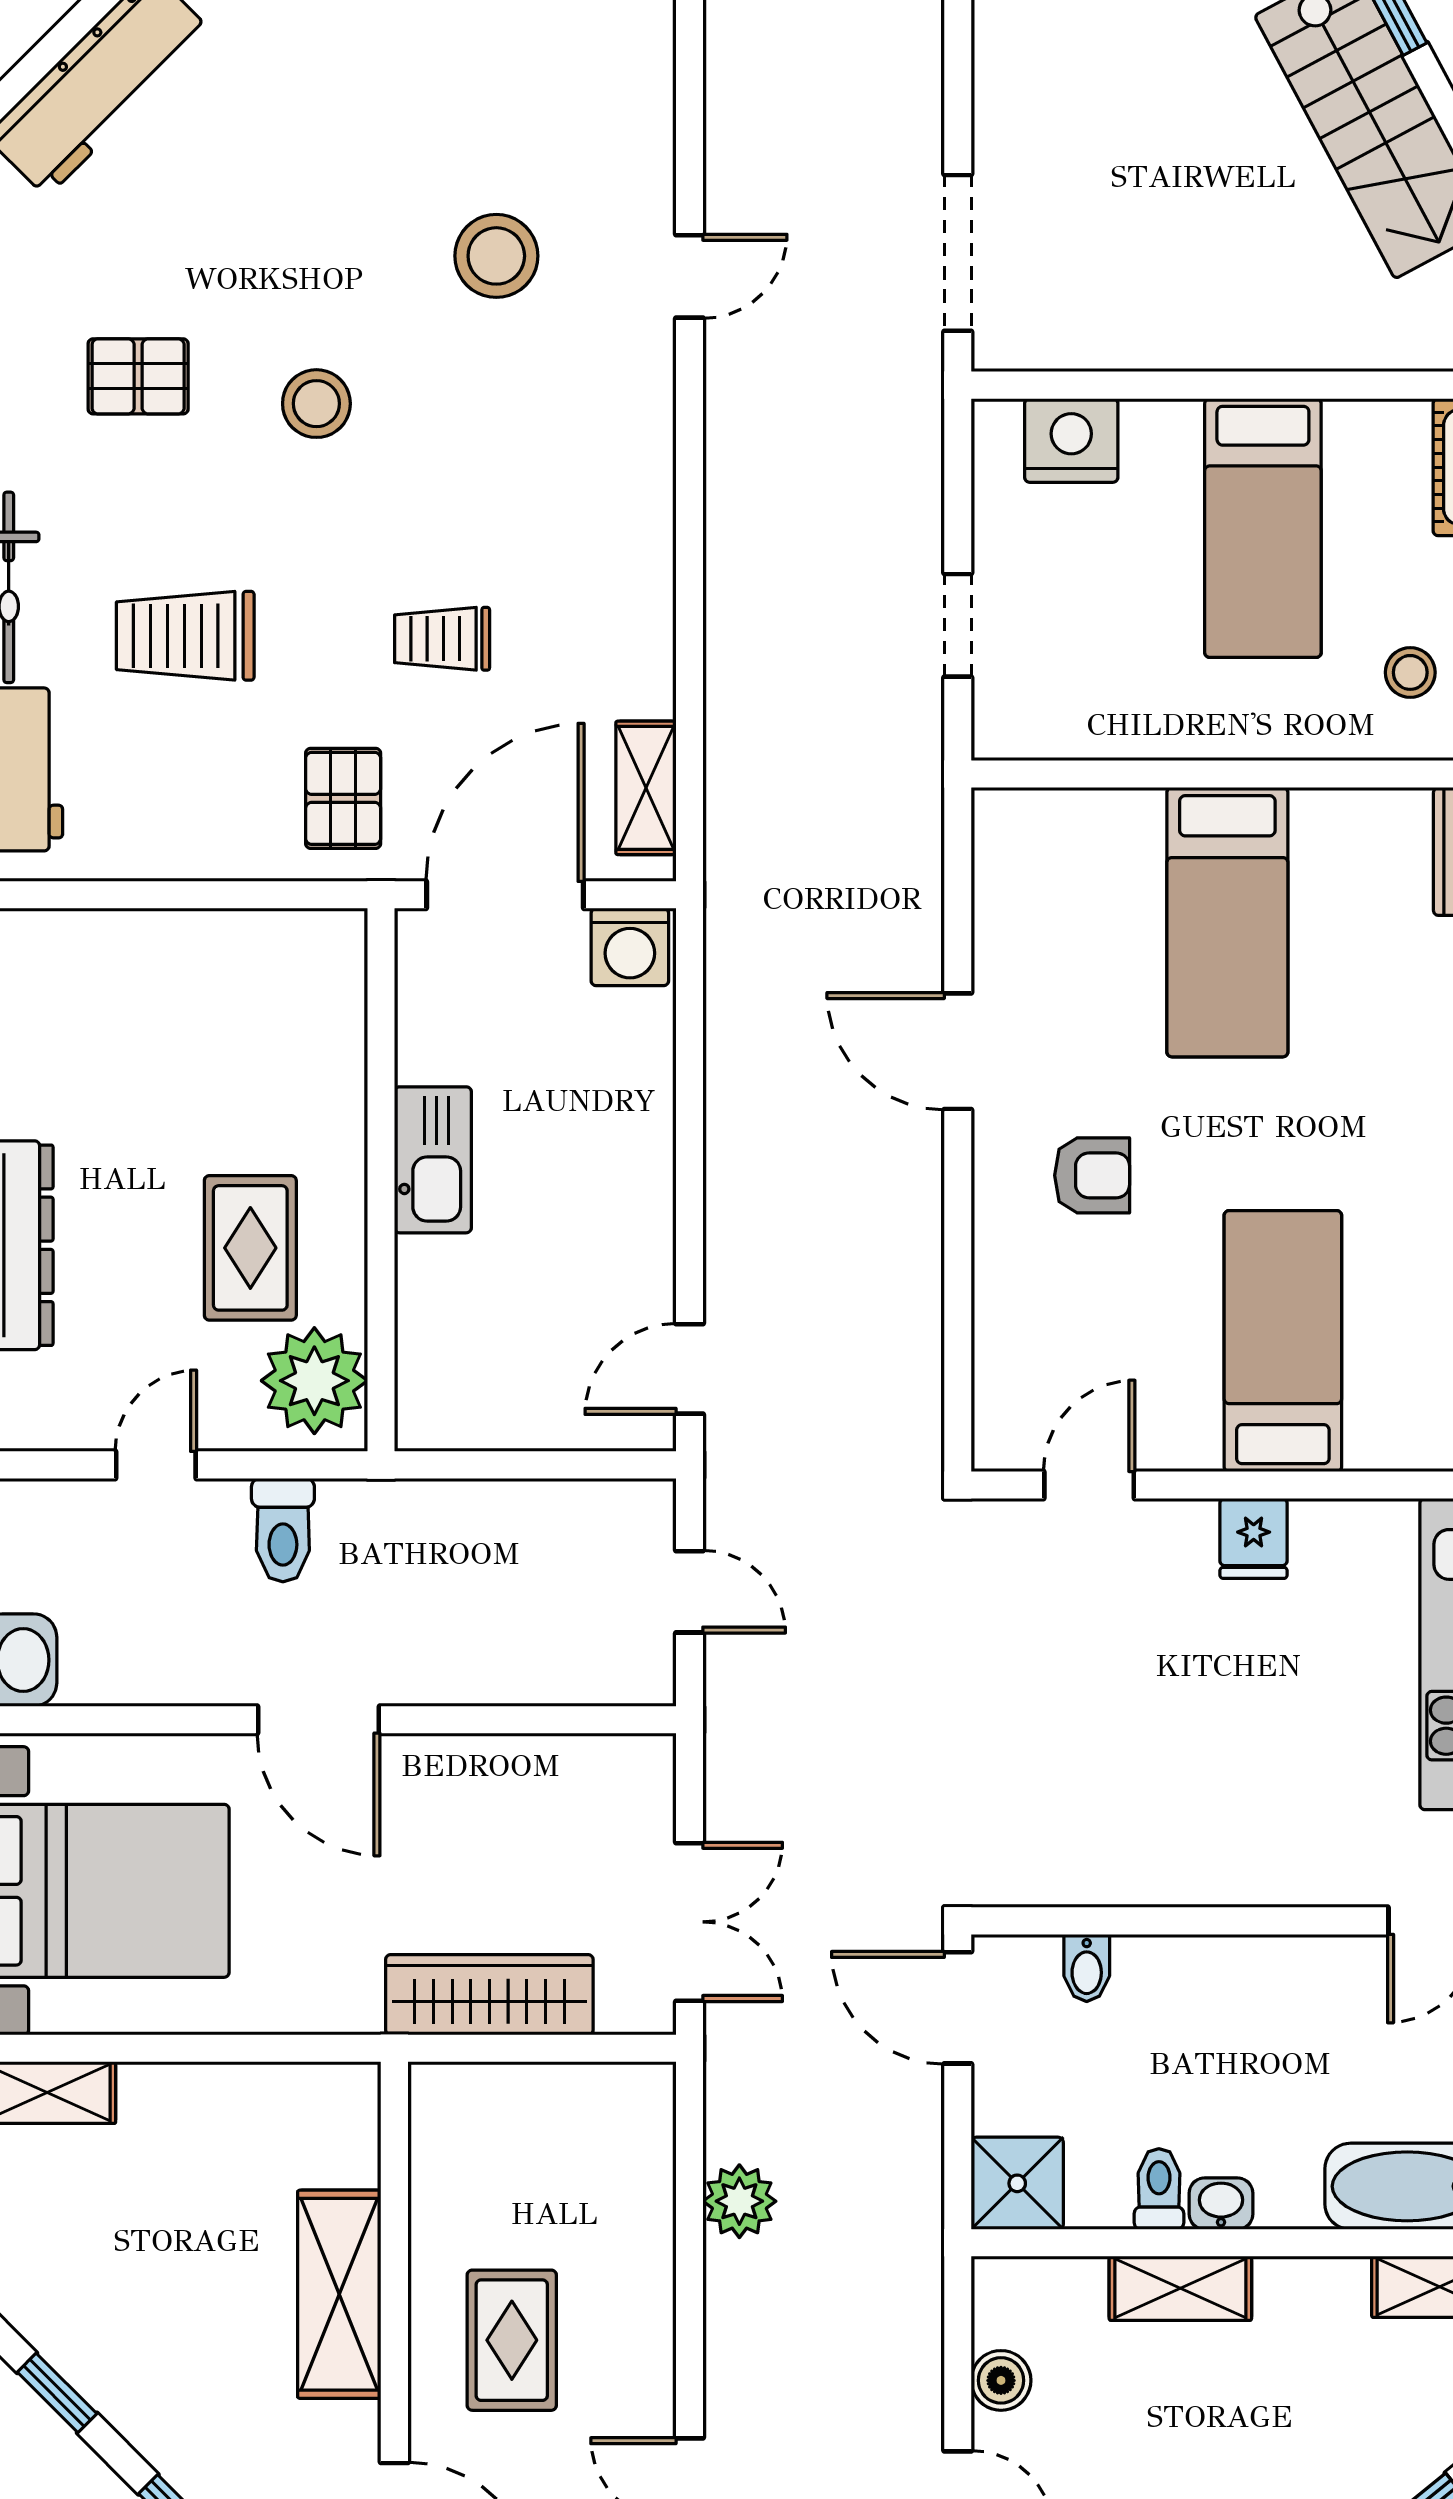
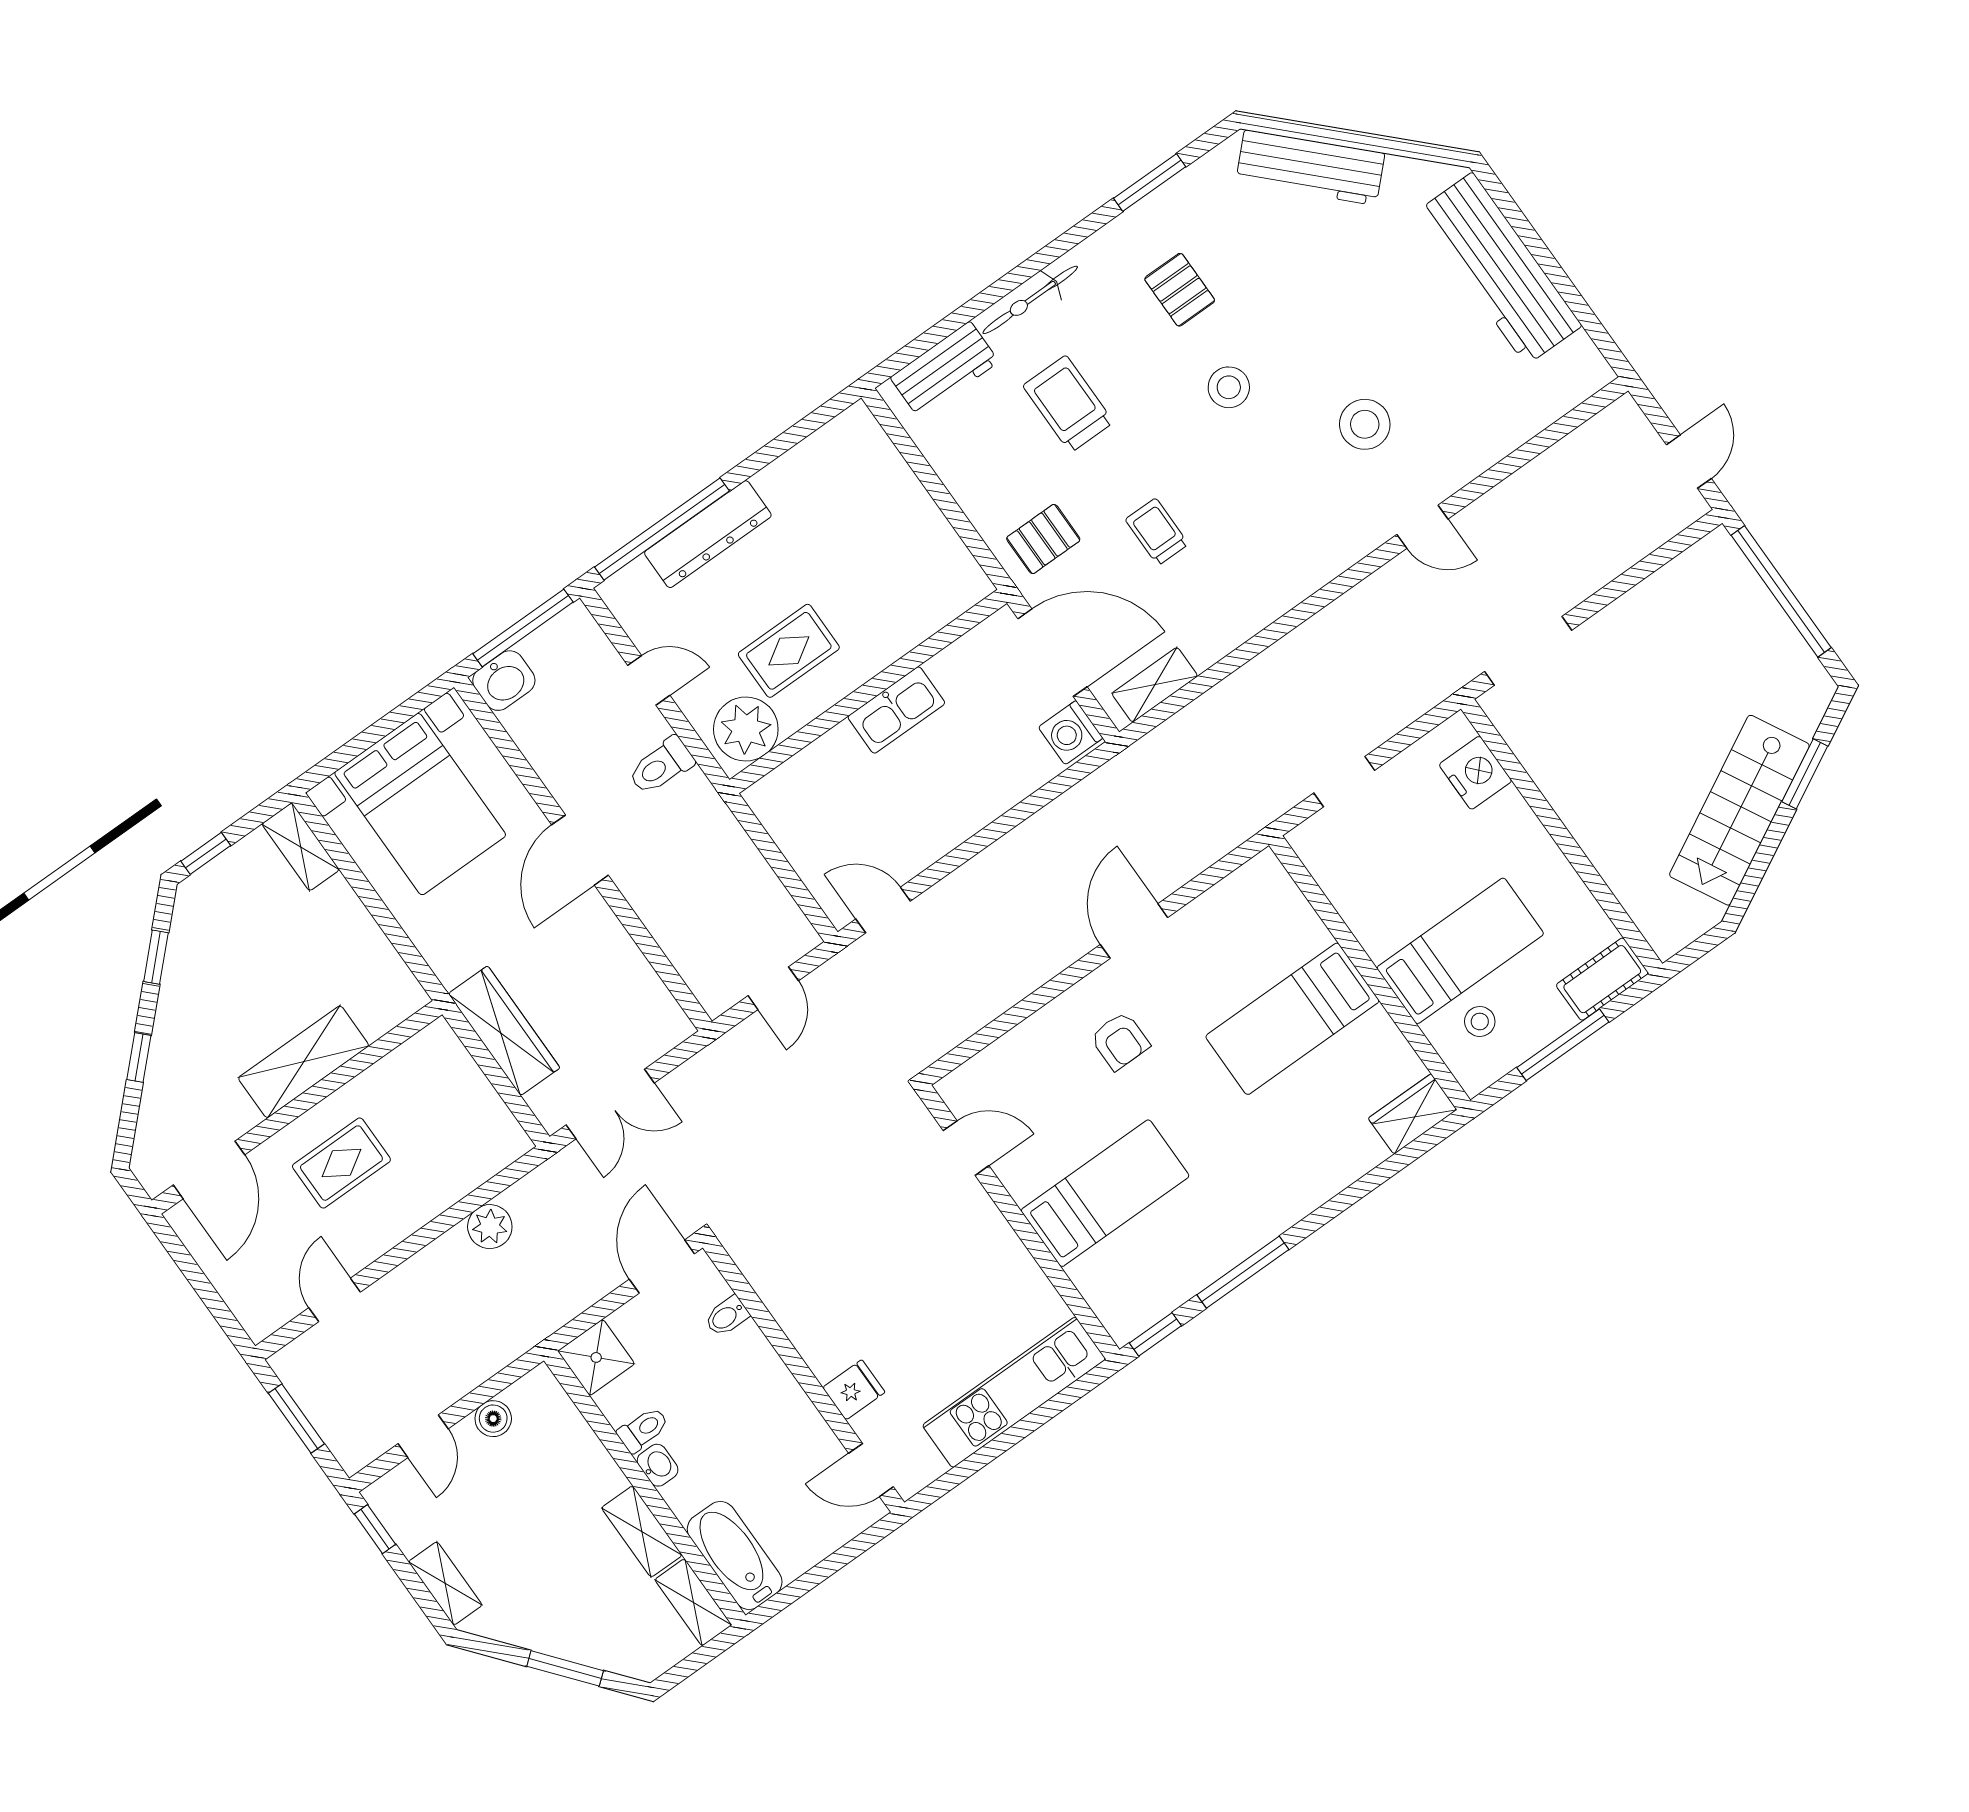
bed: (1263, 528) -> (1460, 951), moved, turned 180
fridge: (1254, 1538) -> (854, 1390), moved, turned 180
shelving: (1180, 2288) -> (642, 1531), moved

